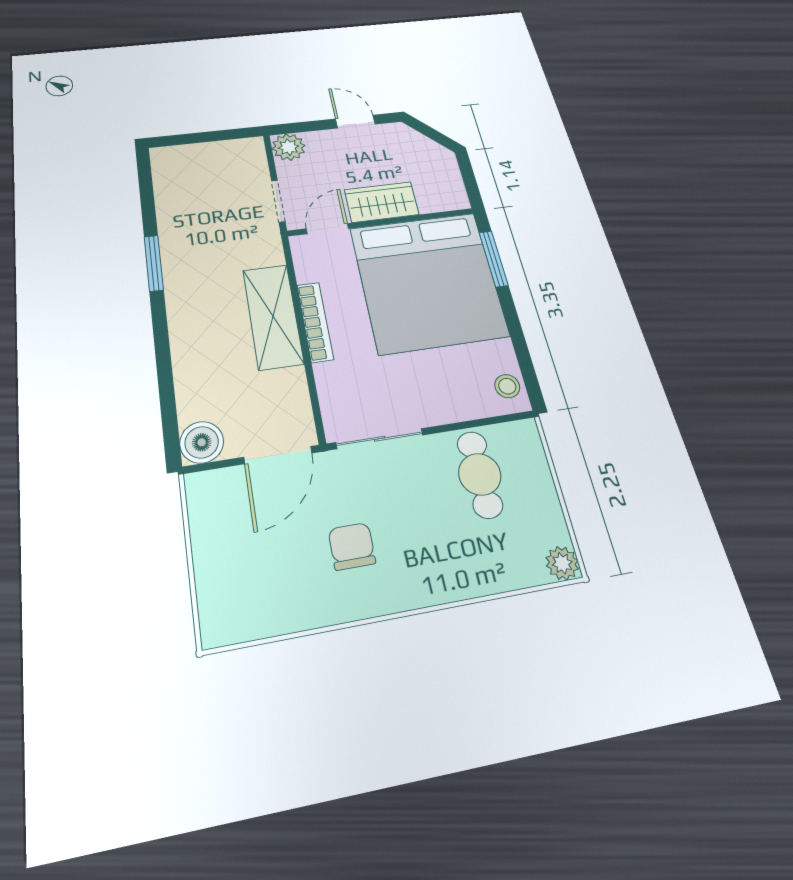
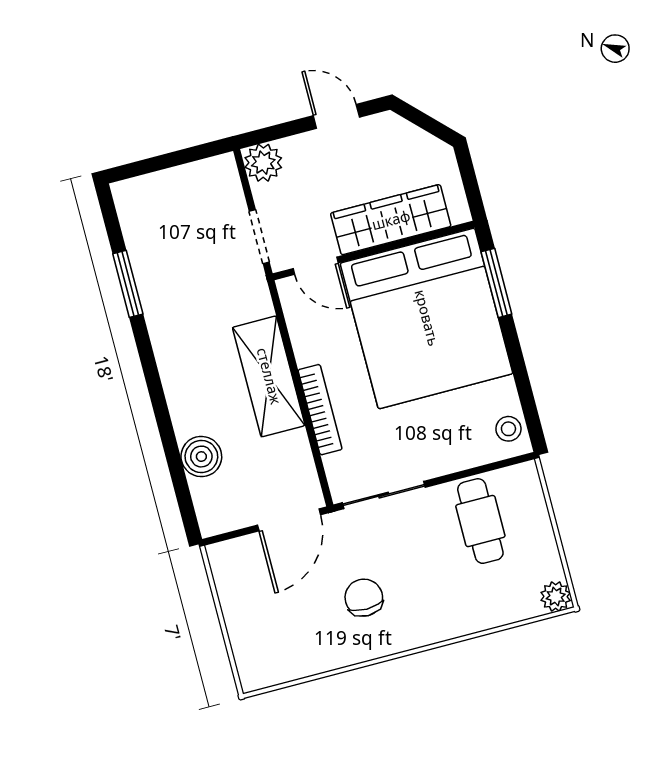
wardrobe: (382, 202) -> (391, 220), width x1.50
door: (327, 229) -> (316, 266), swing flipped
window: (154, 263) -> (128, 284), moved
bookcase: (315, 322) -> (320, 410), moved
boiler: (202, 442) -> (201, 457), moved

